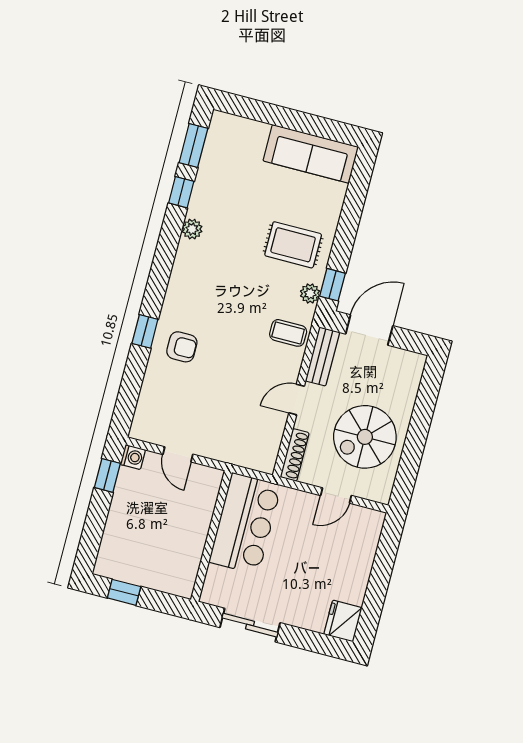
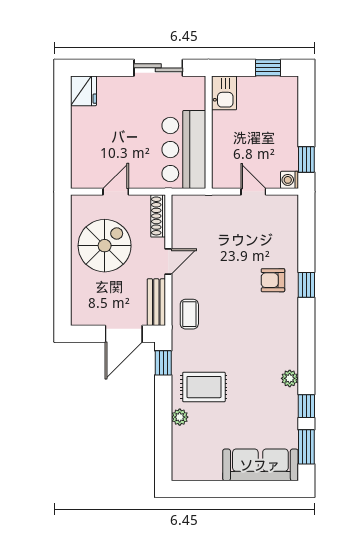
sofa: (311, 154) -> (260, 465), moved
plant: (310, 293) -> (180, 417), moved
coffee table: (288, 333) -> (189, 314), turned 90
kitchen sink: (182, 577) -> (224, 93), added

